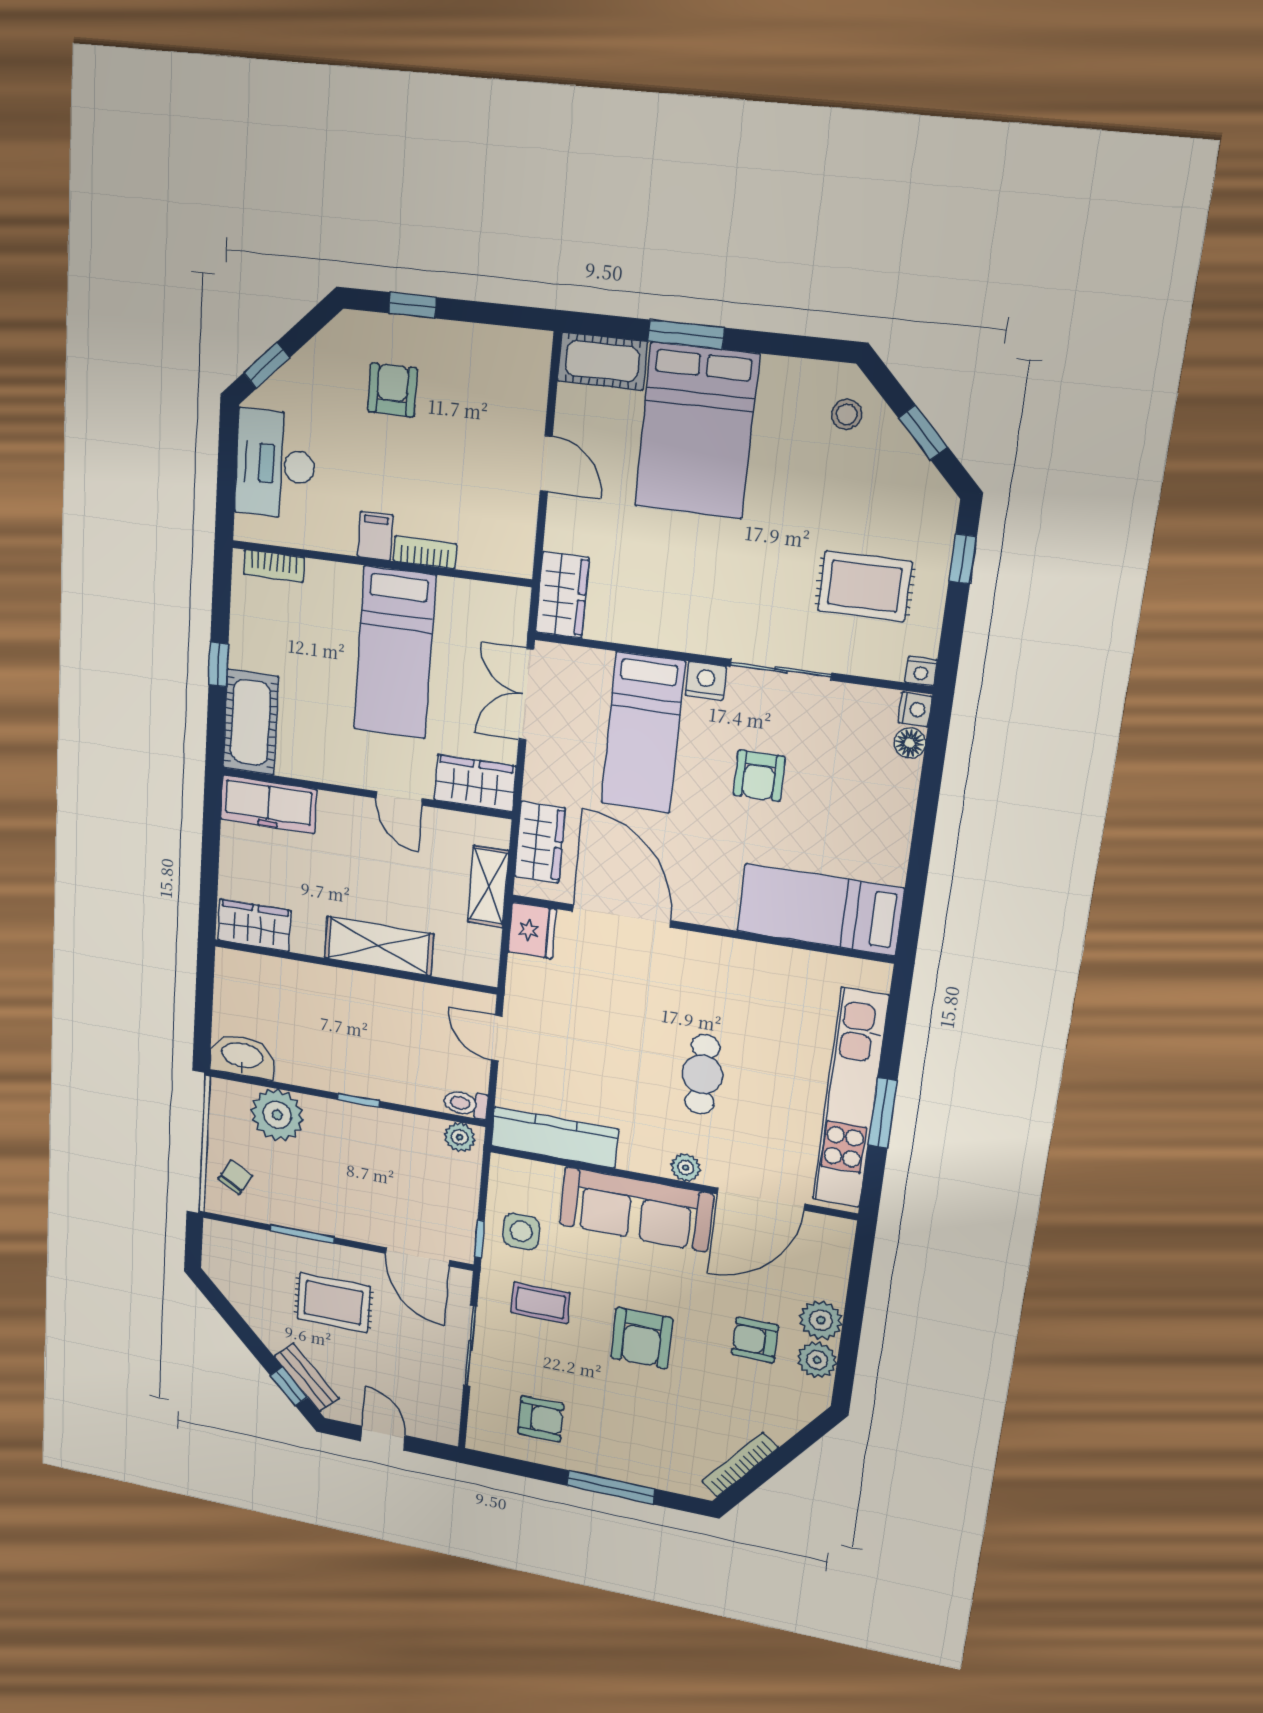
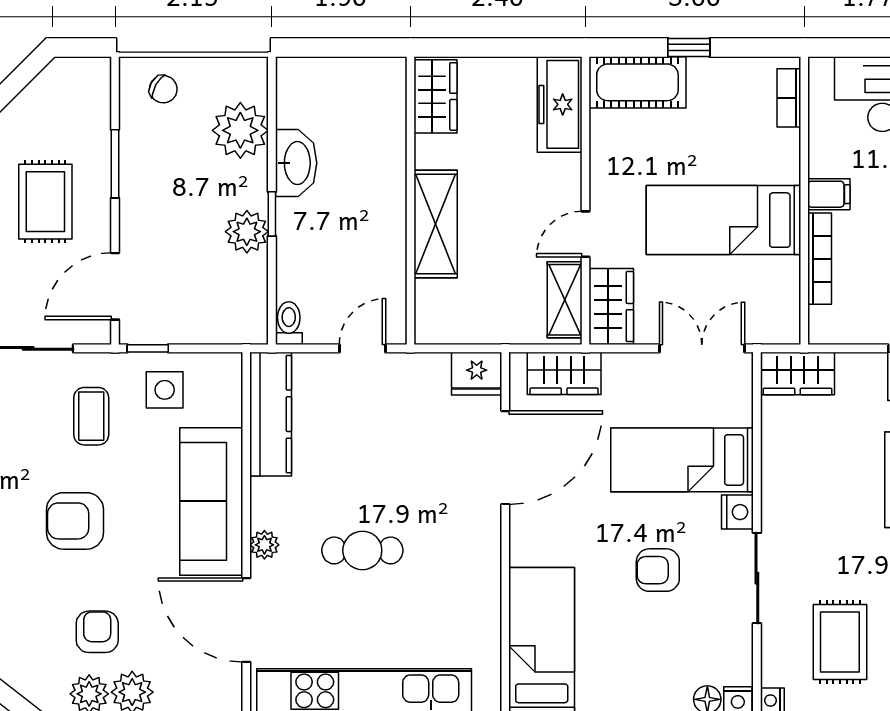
bookcase: (425, 552) -> (820, 259), width x1.56
shelving: (488, 887) -> (565, 300), moved, turned 90
washbasin: (242, 1056) -> (296, 163), moved
plant: (460, 1137) -> (247, 232), moved, width x1.38, depth x1.38

